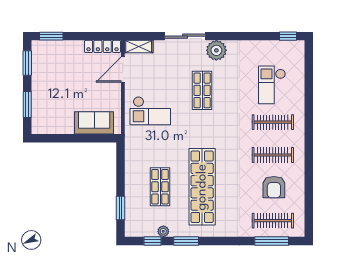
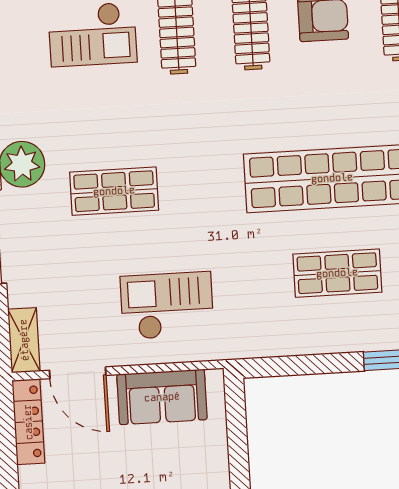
checkout: (150, 111) -> (167, 306), turned -90
sofa: (94, 123) -> (162, 397), moved, turned -90

